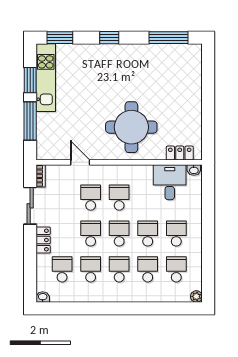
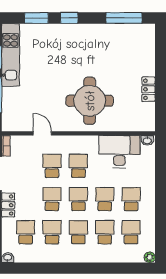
window: (60, 38) -> (36, 18), moved
locker: (180, 153) -> (148, 89), moved, turned -90
desk: (170, 182) -> (119, 152), width x1.37

